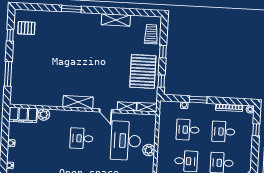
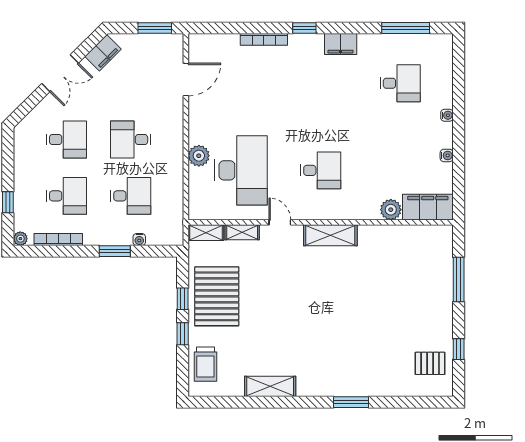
window: (161, 81) -> (183, 299), moved

